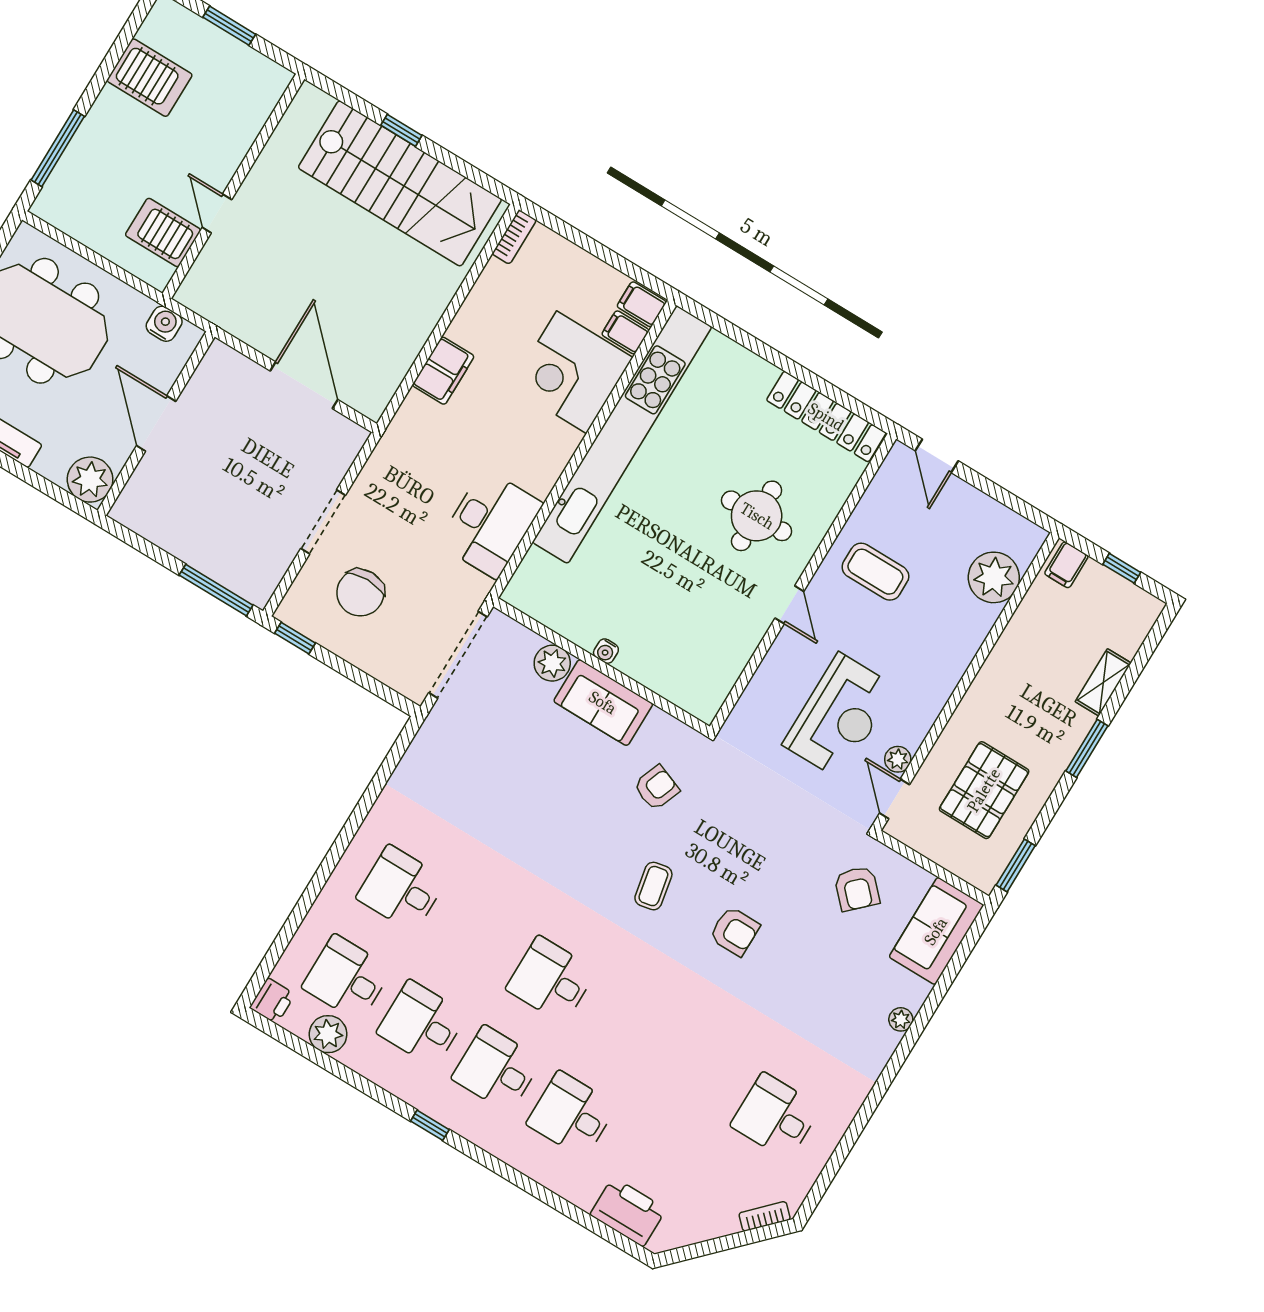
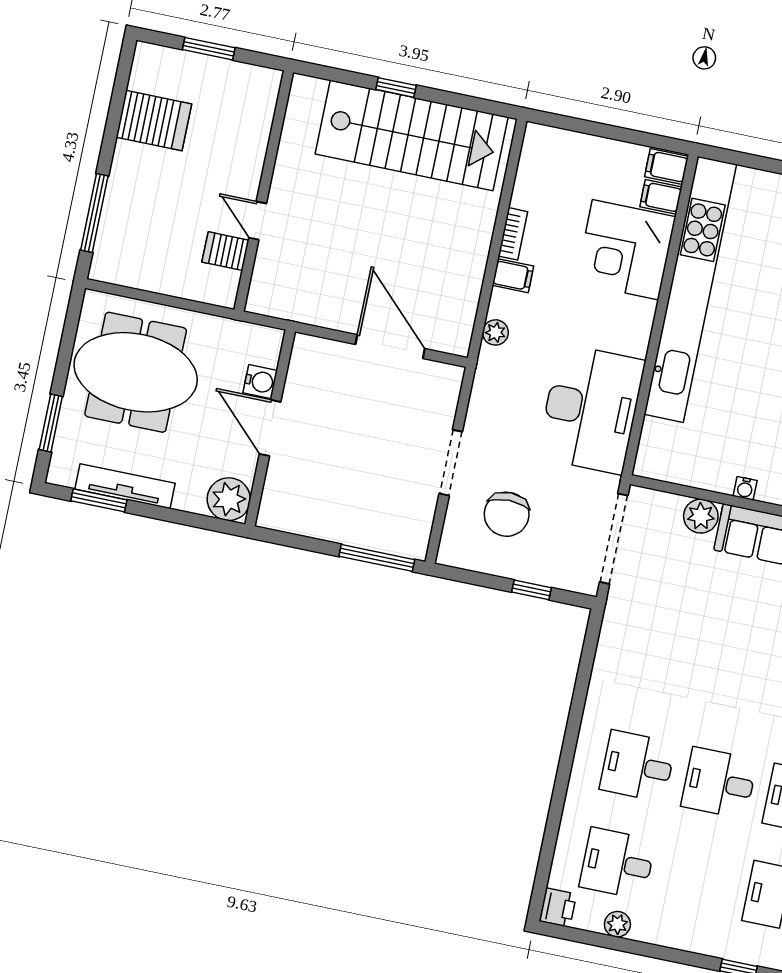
server rack: (163, 233) -> (225, 251), width x0.73, depth x0.70
bookcase: (514, 237) -> (513, 234), moved
water cooler: (164, 324) -> (260, 382), moved, turned 90
filing cabinet: (443, 371) -> (513, 276), width x0.50
plant: (413, 408) -> (495, 332), added
desk: (490, 524) -> (591, 409), width x1.36, depth x1.30
window: (295, 638) -> (531, 590), moved
desk: (422, 1024) -> (719, 783), moved
plant: (328, 1034) -> (617, 924), width x0.73, depth x0.73

